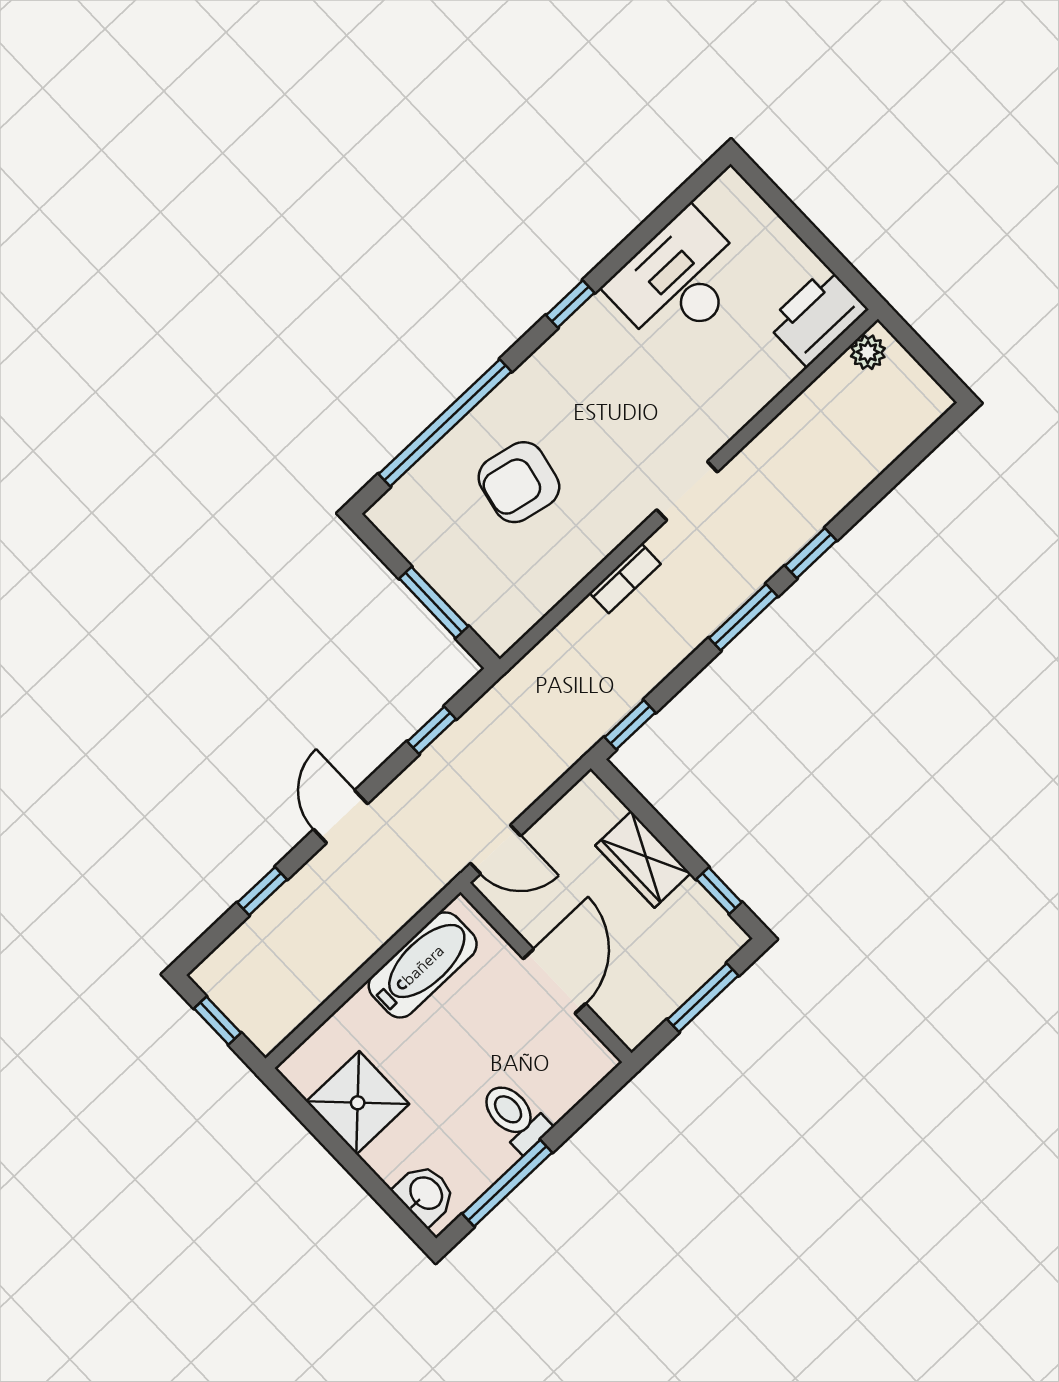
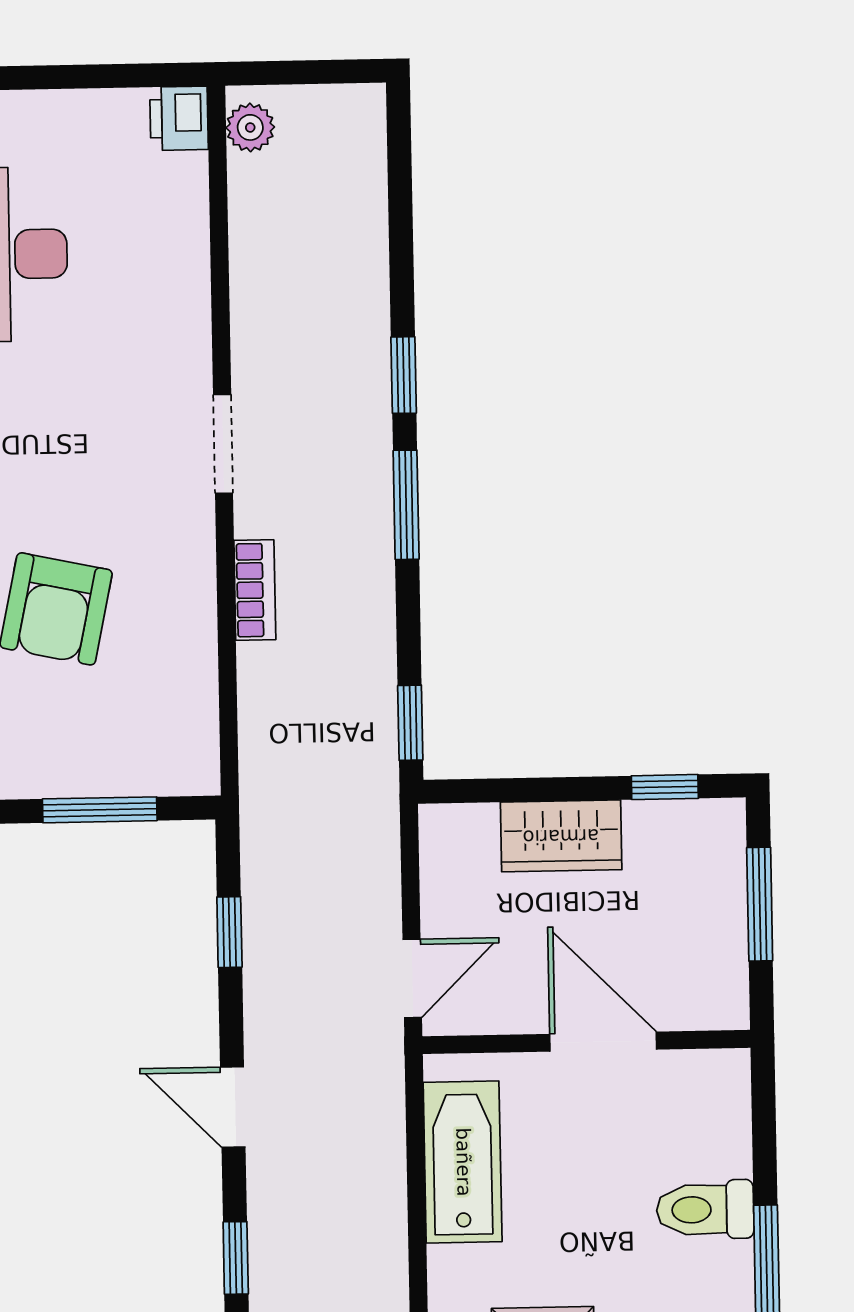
printer: (817, 317) -> (179, 118), width x0.53, depth x0.68

